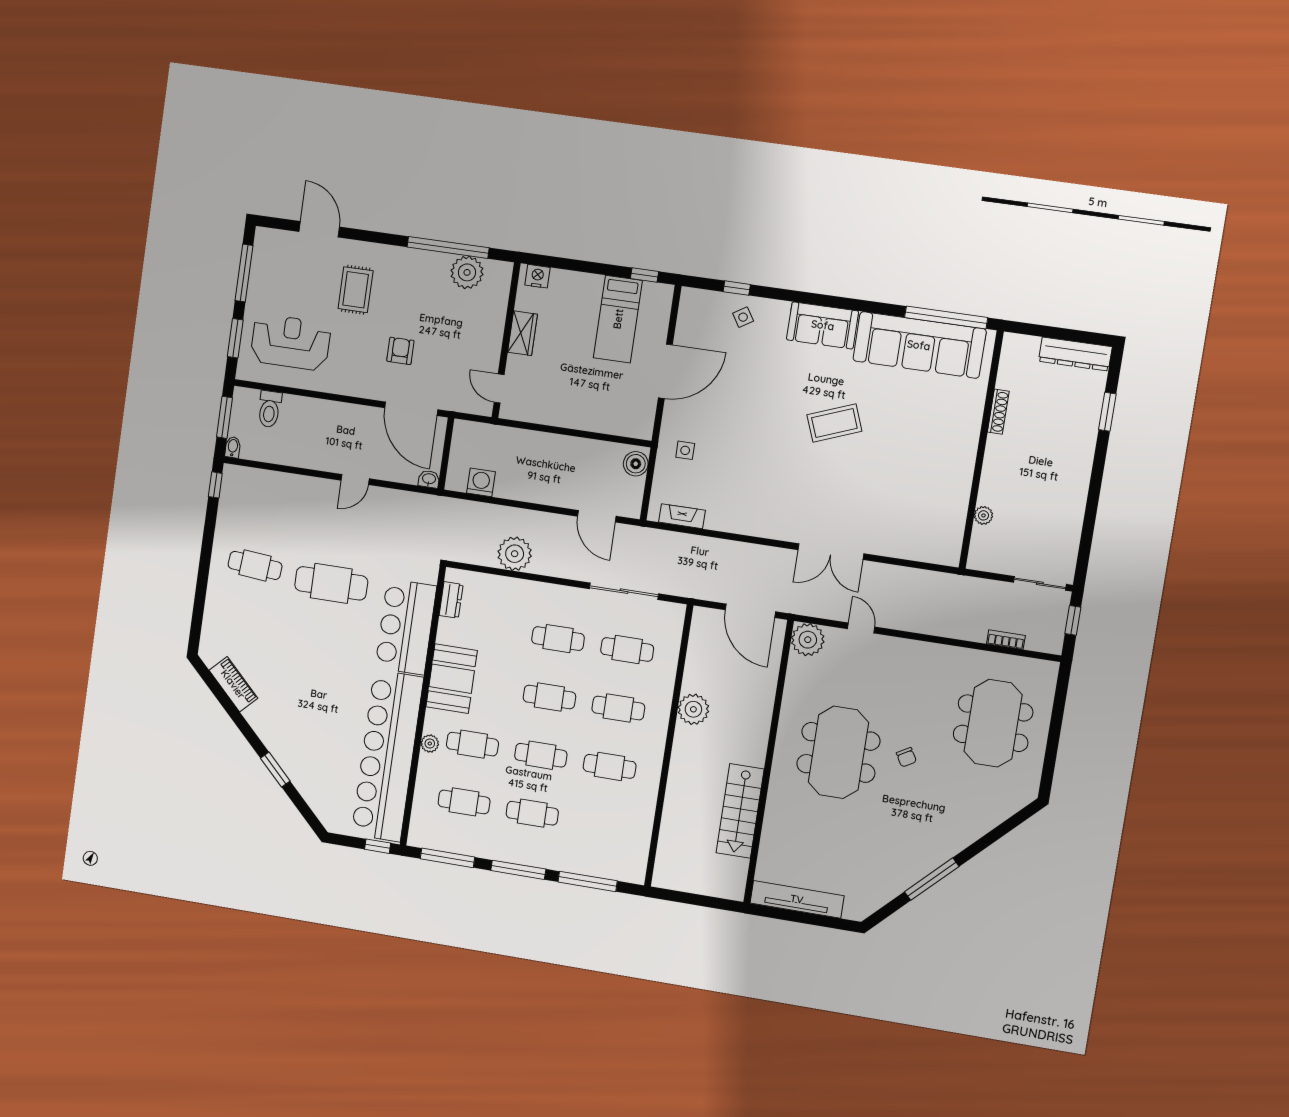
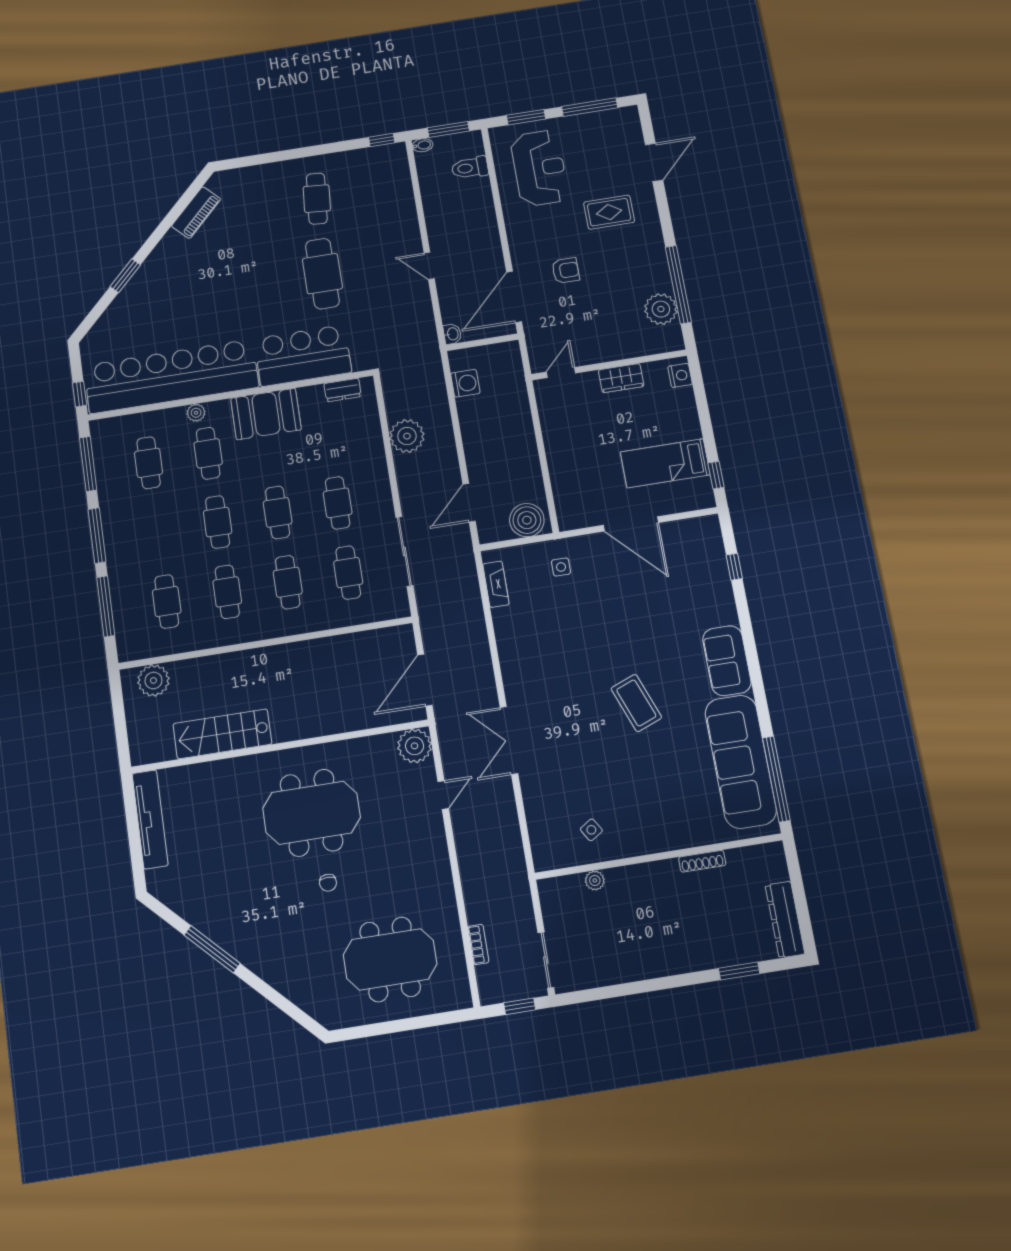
side table: (743, 317) -> (591, 830), moved
boiler: (636, 464) -> (527, 520), width x1.37, depth x1.37
plant: (693, 709) -> (153, 680), moved
chair: (906, 757) -> (328, 883), turned -60
cafe table: (532, 813) -> (167, 601), moved

